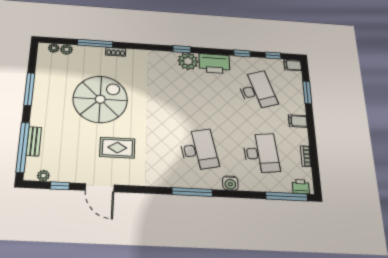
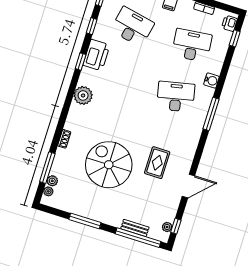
window: (95, 43) -> (47, 168), moved
window: (182, 49) -> (81, 62), moved
plant: (188, 61) -> (83, 95), moved
desk: (257, 90) -> (132, 27), turned 30
window: (60, 186) -> (176, 226), moved
window: (287, 196) -> (235, 38), width x0.46

